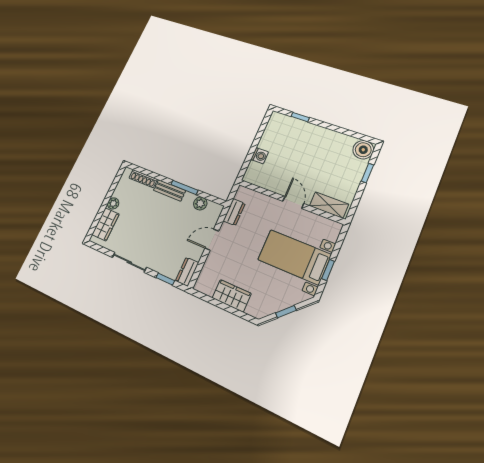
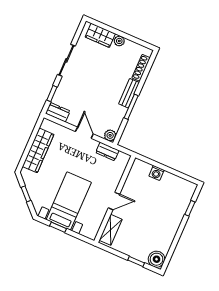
plant: (200, 203) -> (110, 135), moved
wardrobe: (232, 296) -> (38, 150), width x1.50

